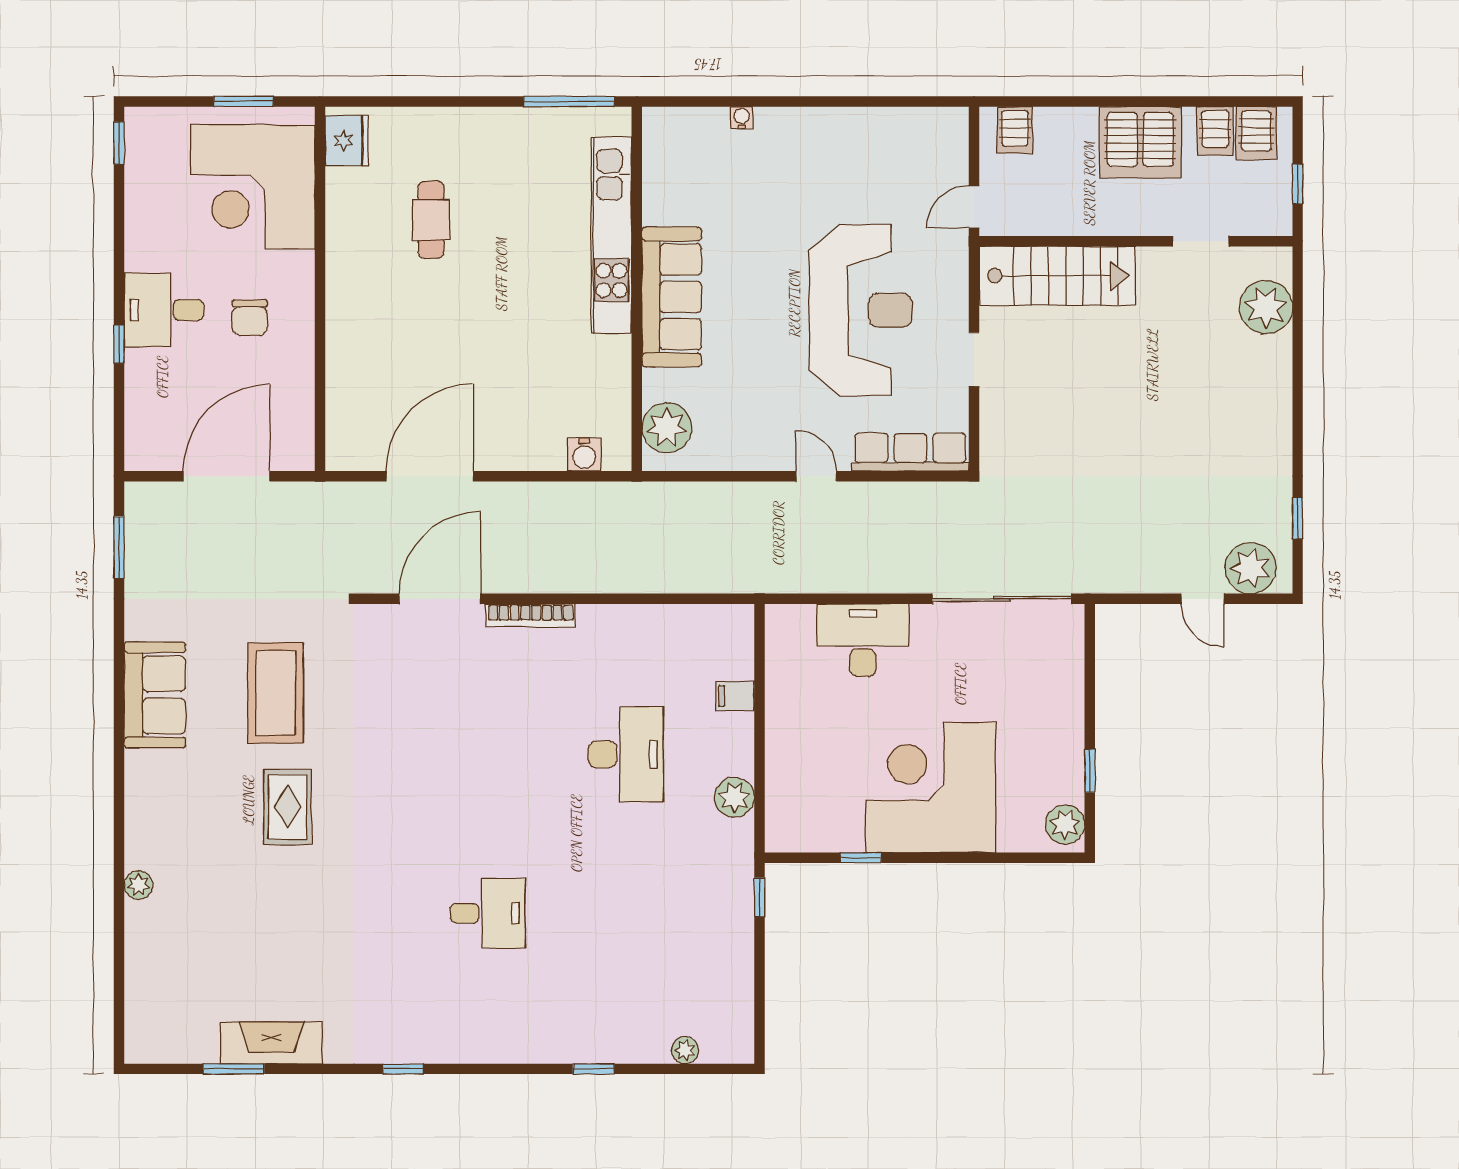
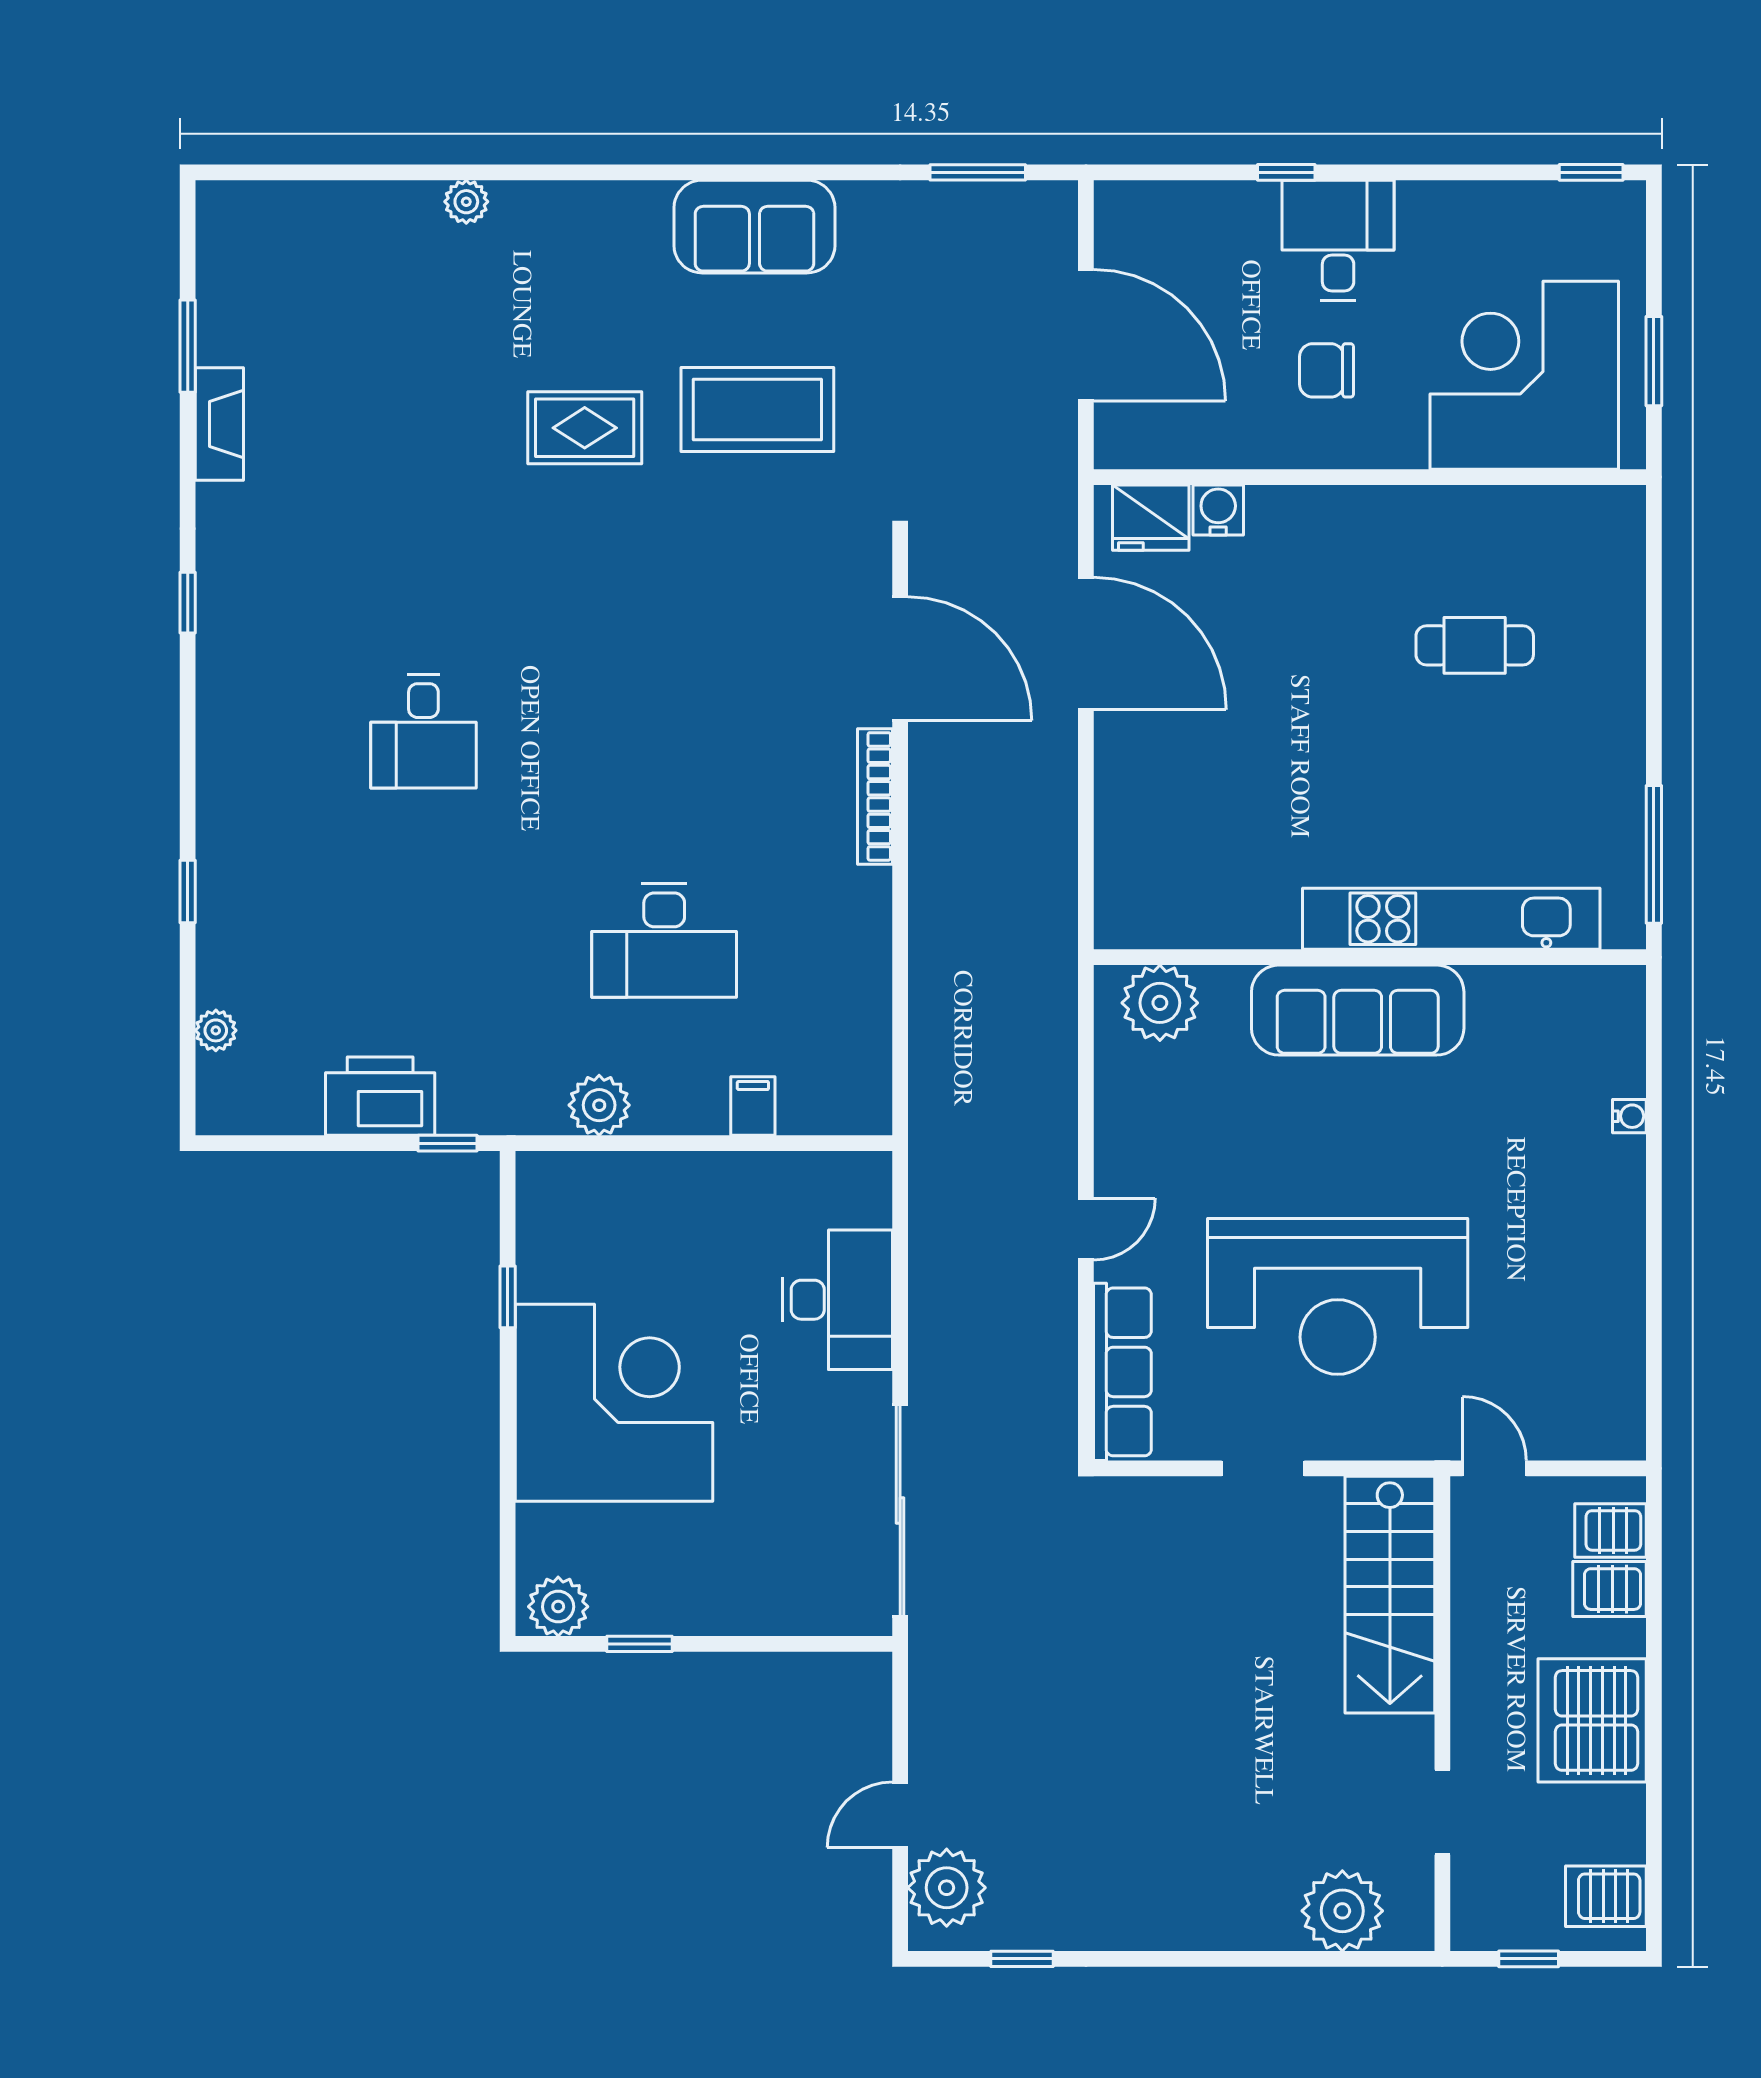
server rack: (1215, 131) -> (1610, 1589), moved
fridge: (347, 141) -> (1151, 518), moved
water cooler: (584, 455) -> (1218, 510), moved, turned 90
printer: (728, 942) -> (380, 1096), added
fireplace: (271, 1043) -> (219, 424), width x0.73, depth x0.76

